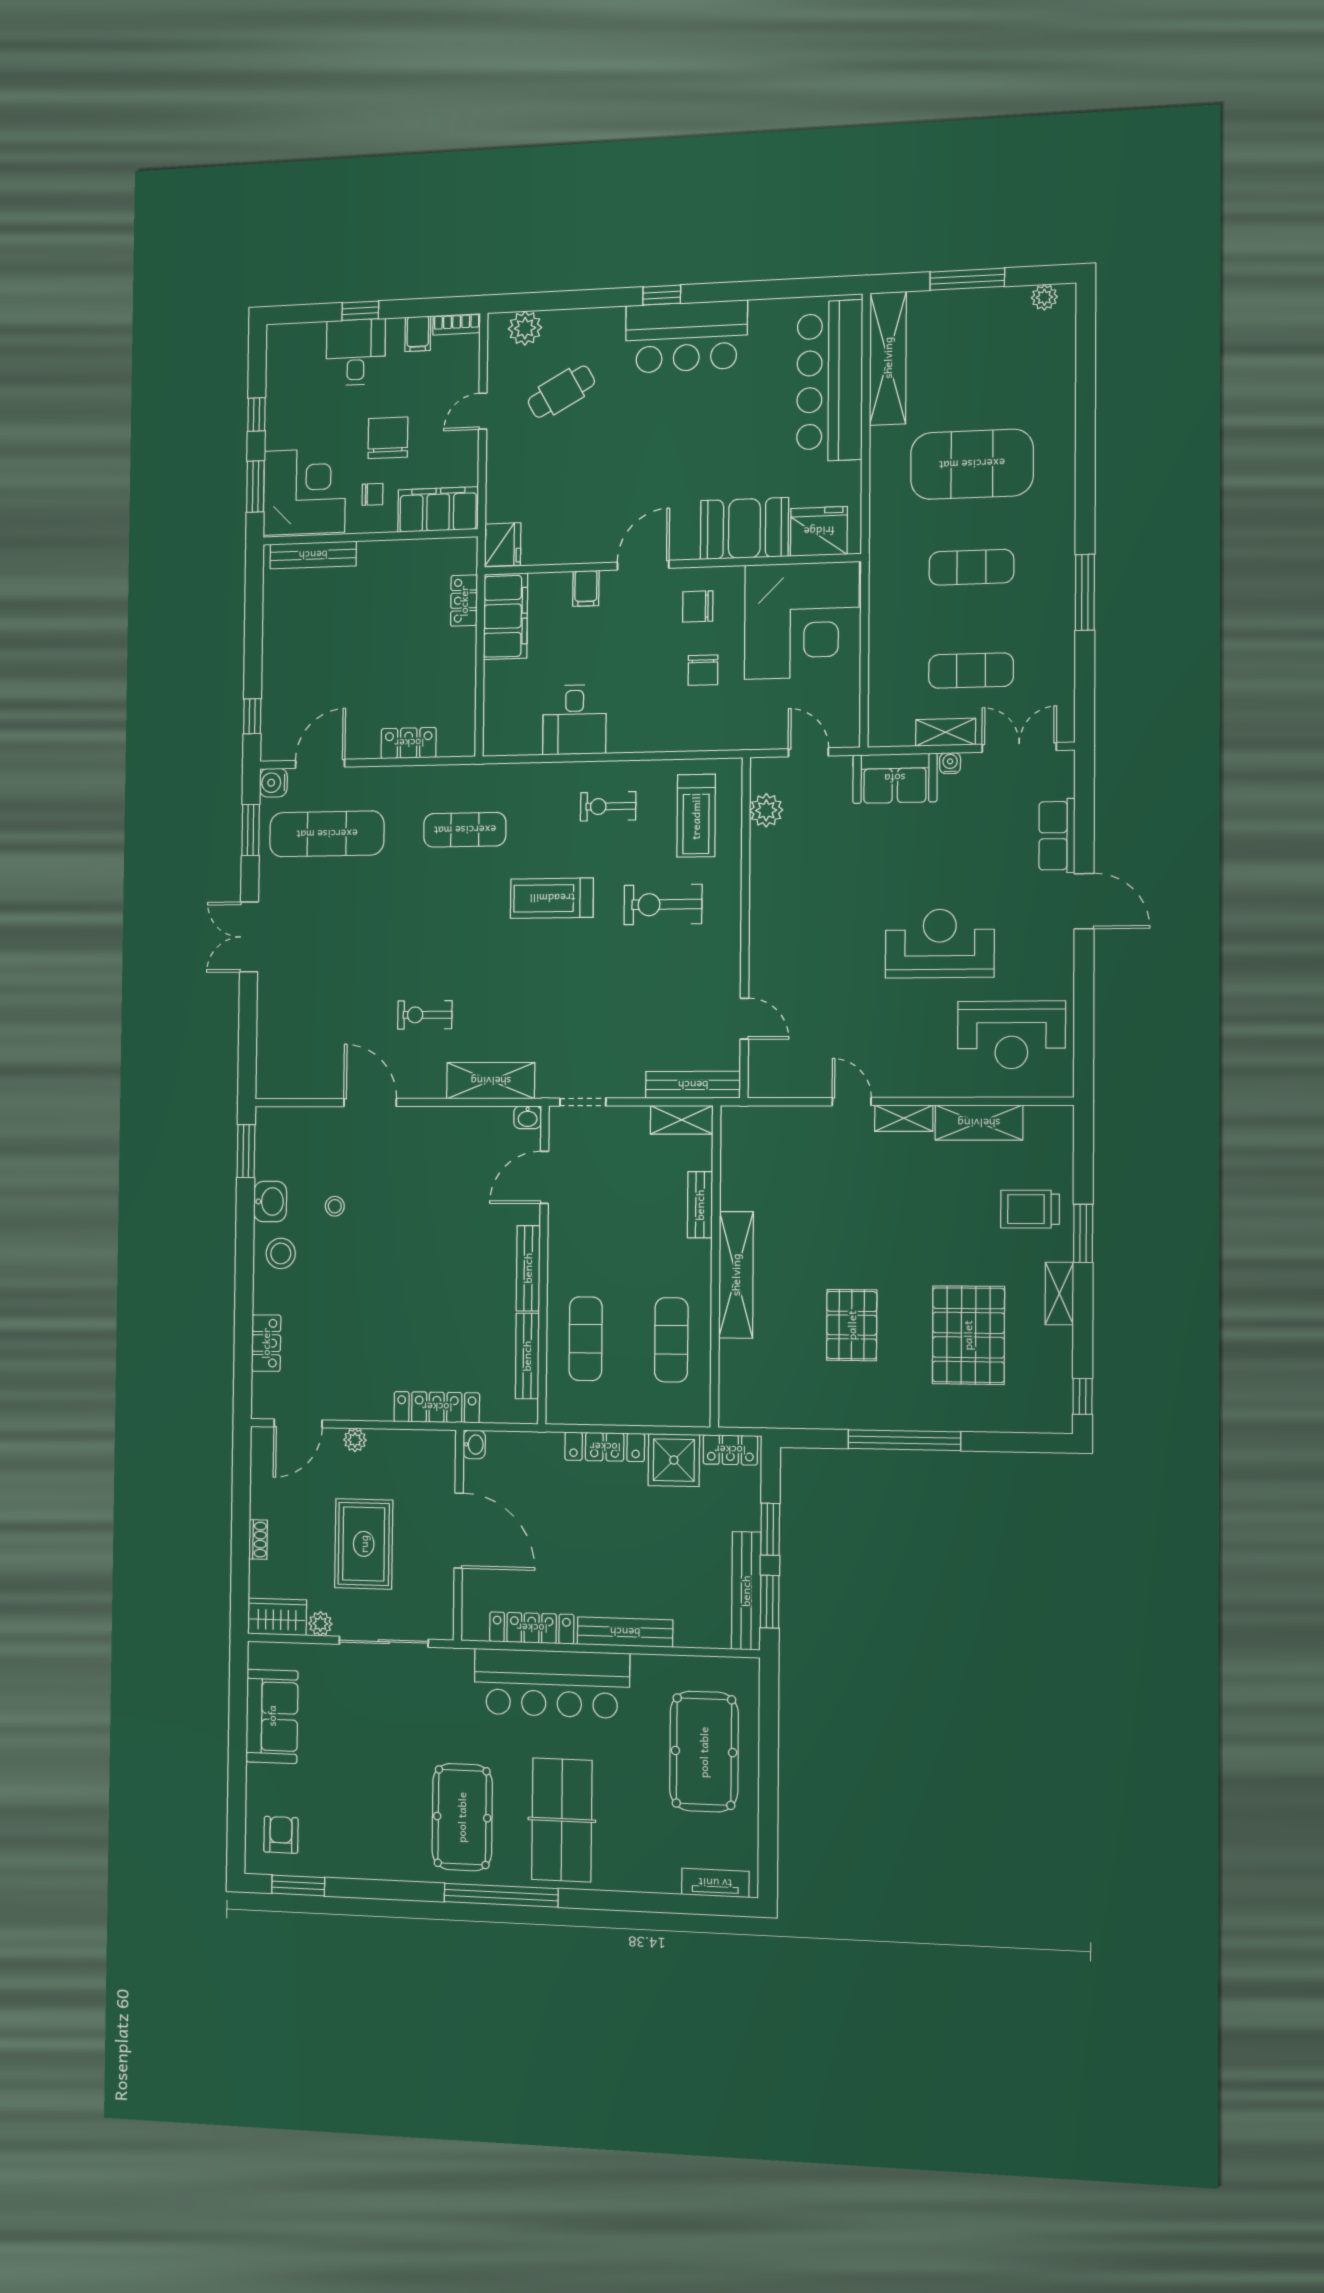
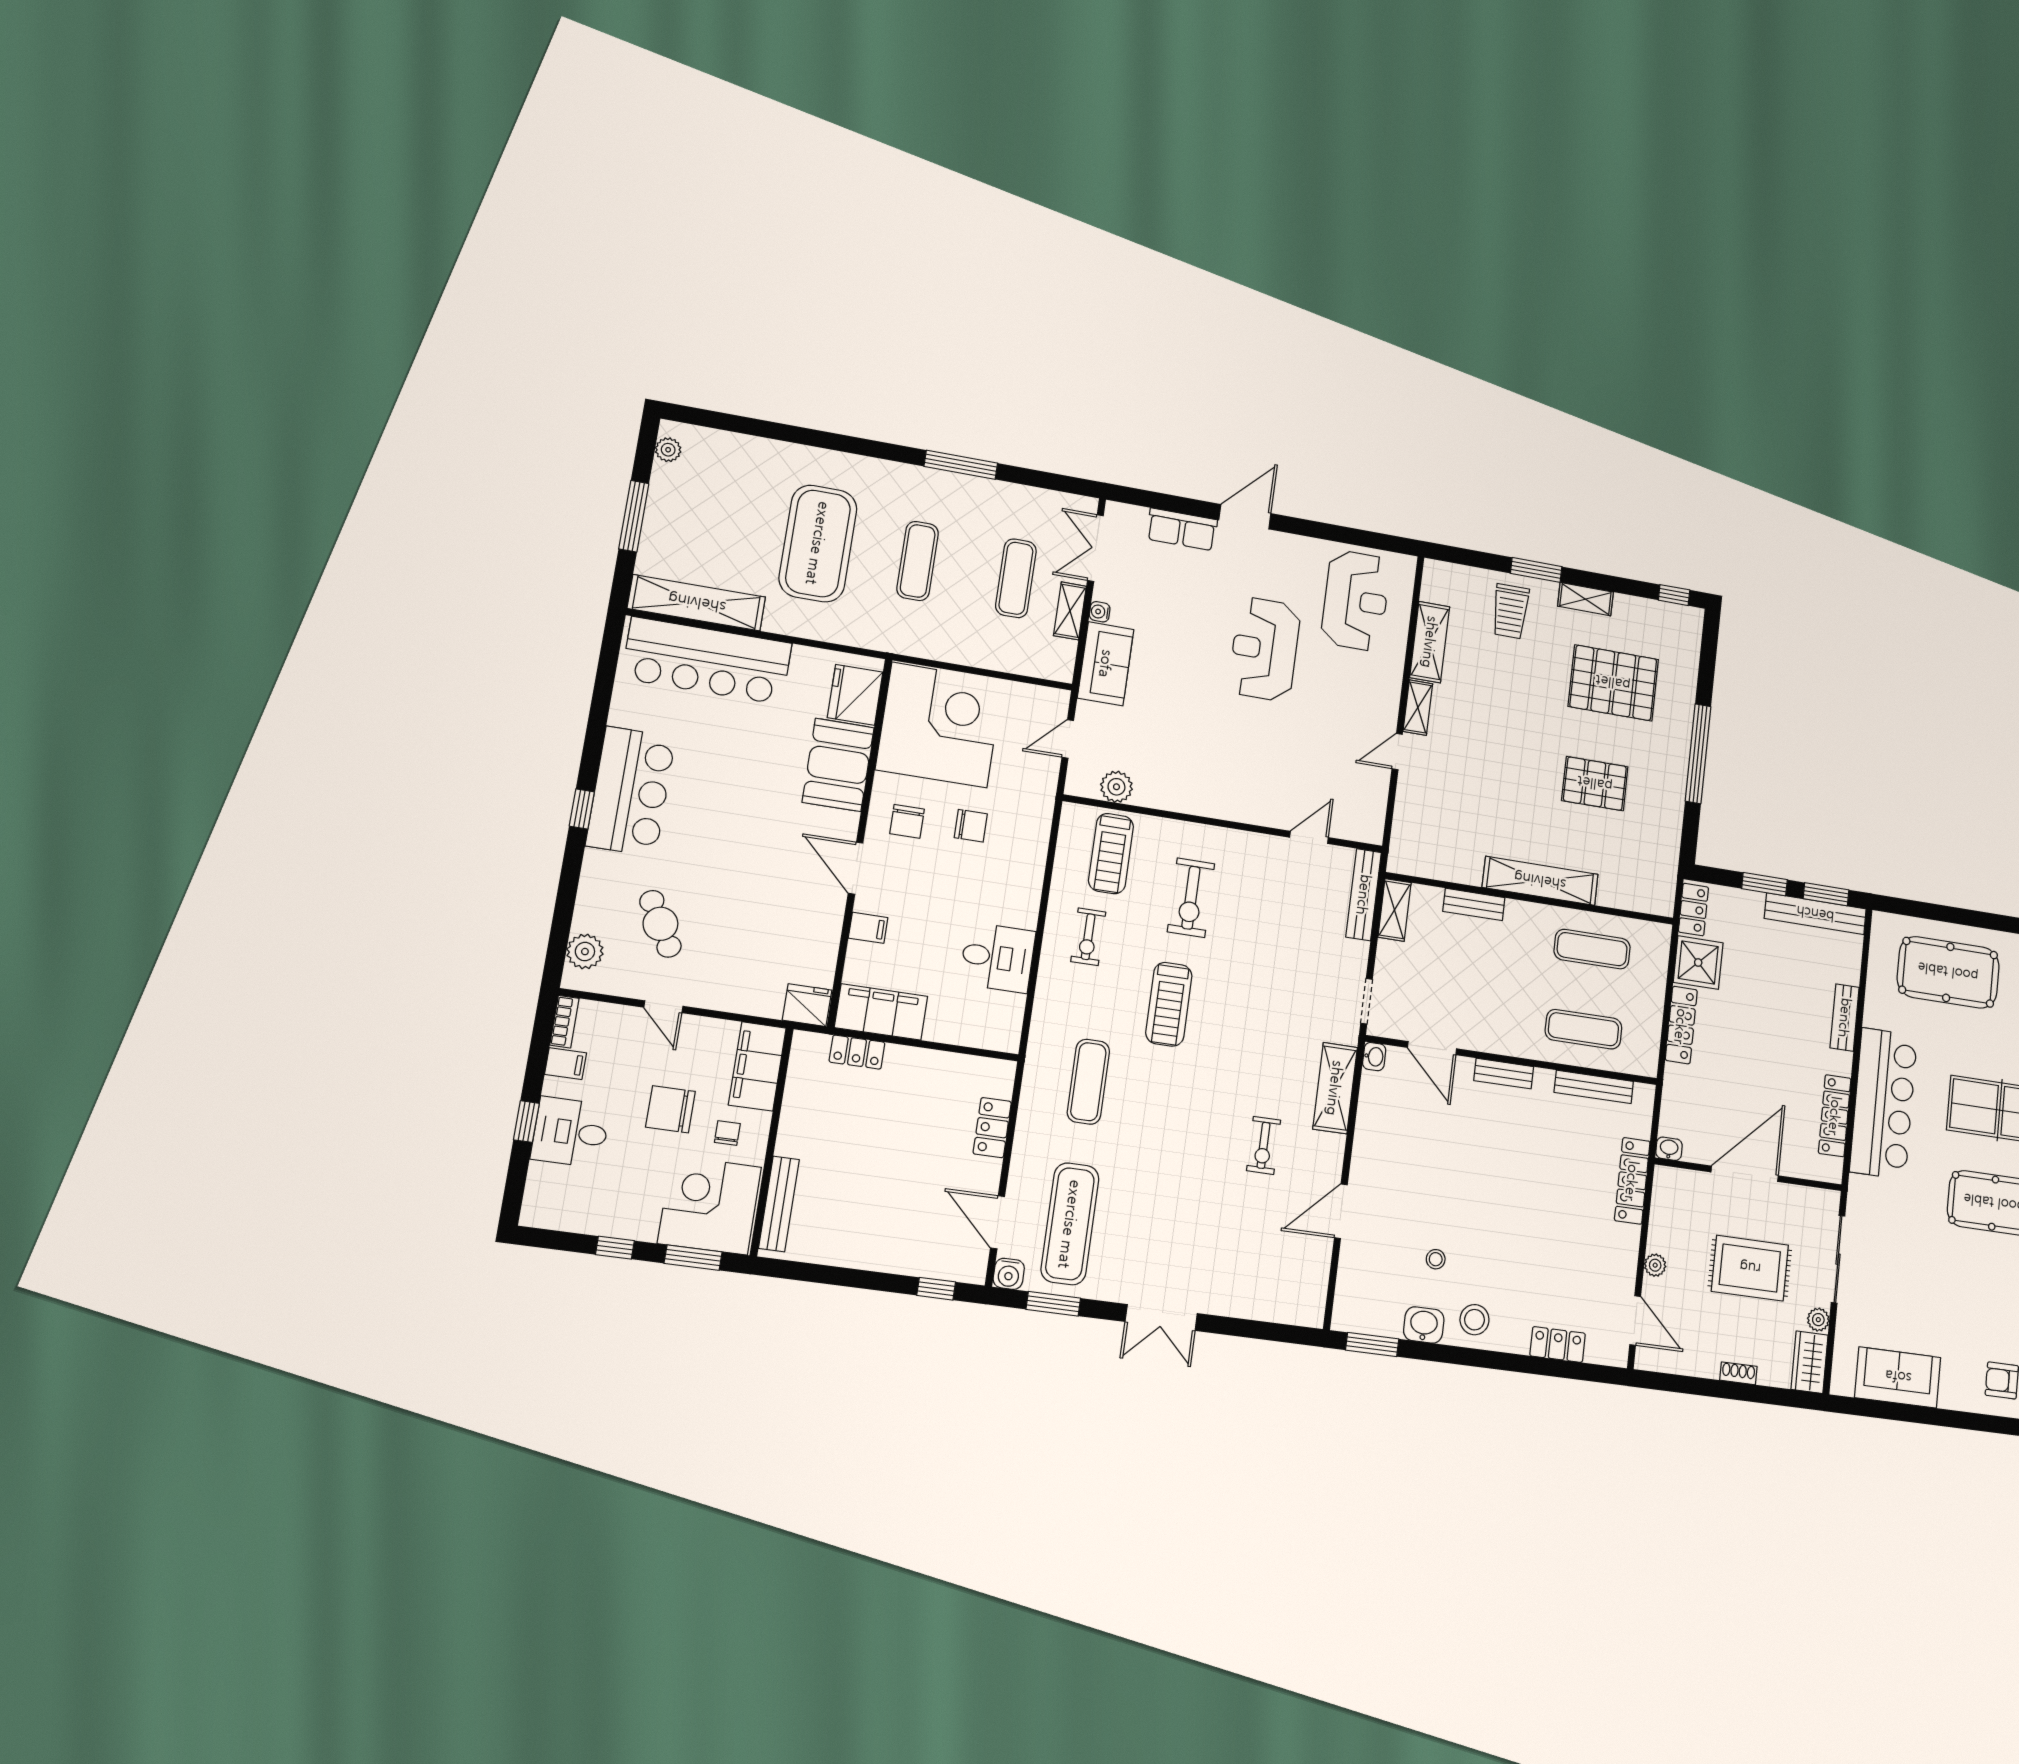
treadmill: (696, 816) -> (1111, 854), turned 90
bench: (528, 1268) -> (1504, 1074), width x0.73
bench: (625, 1632) -> (1845, 1018), width x0.73

